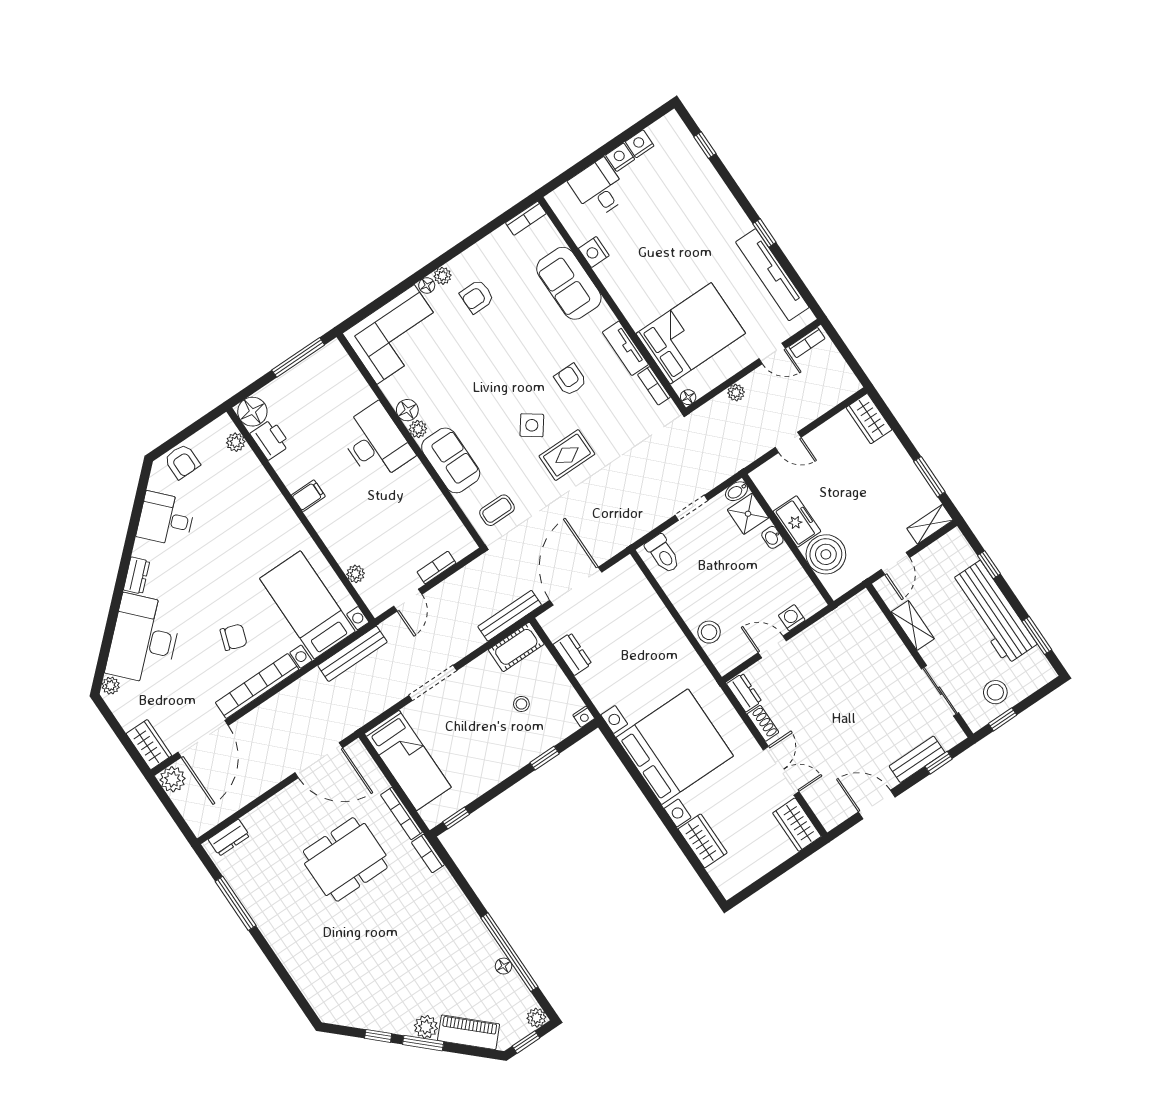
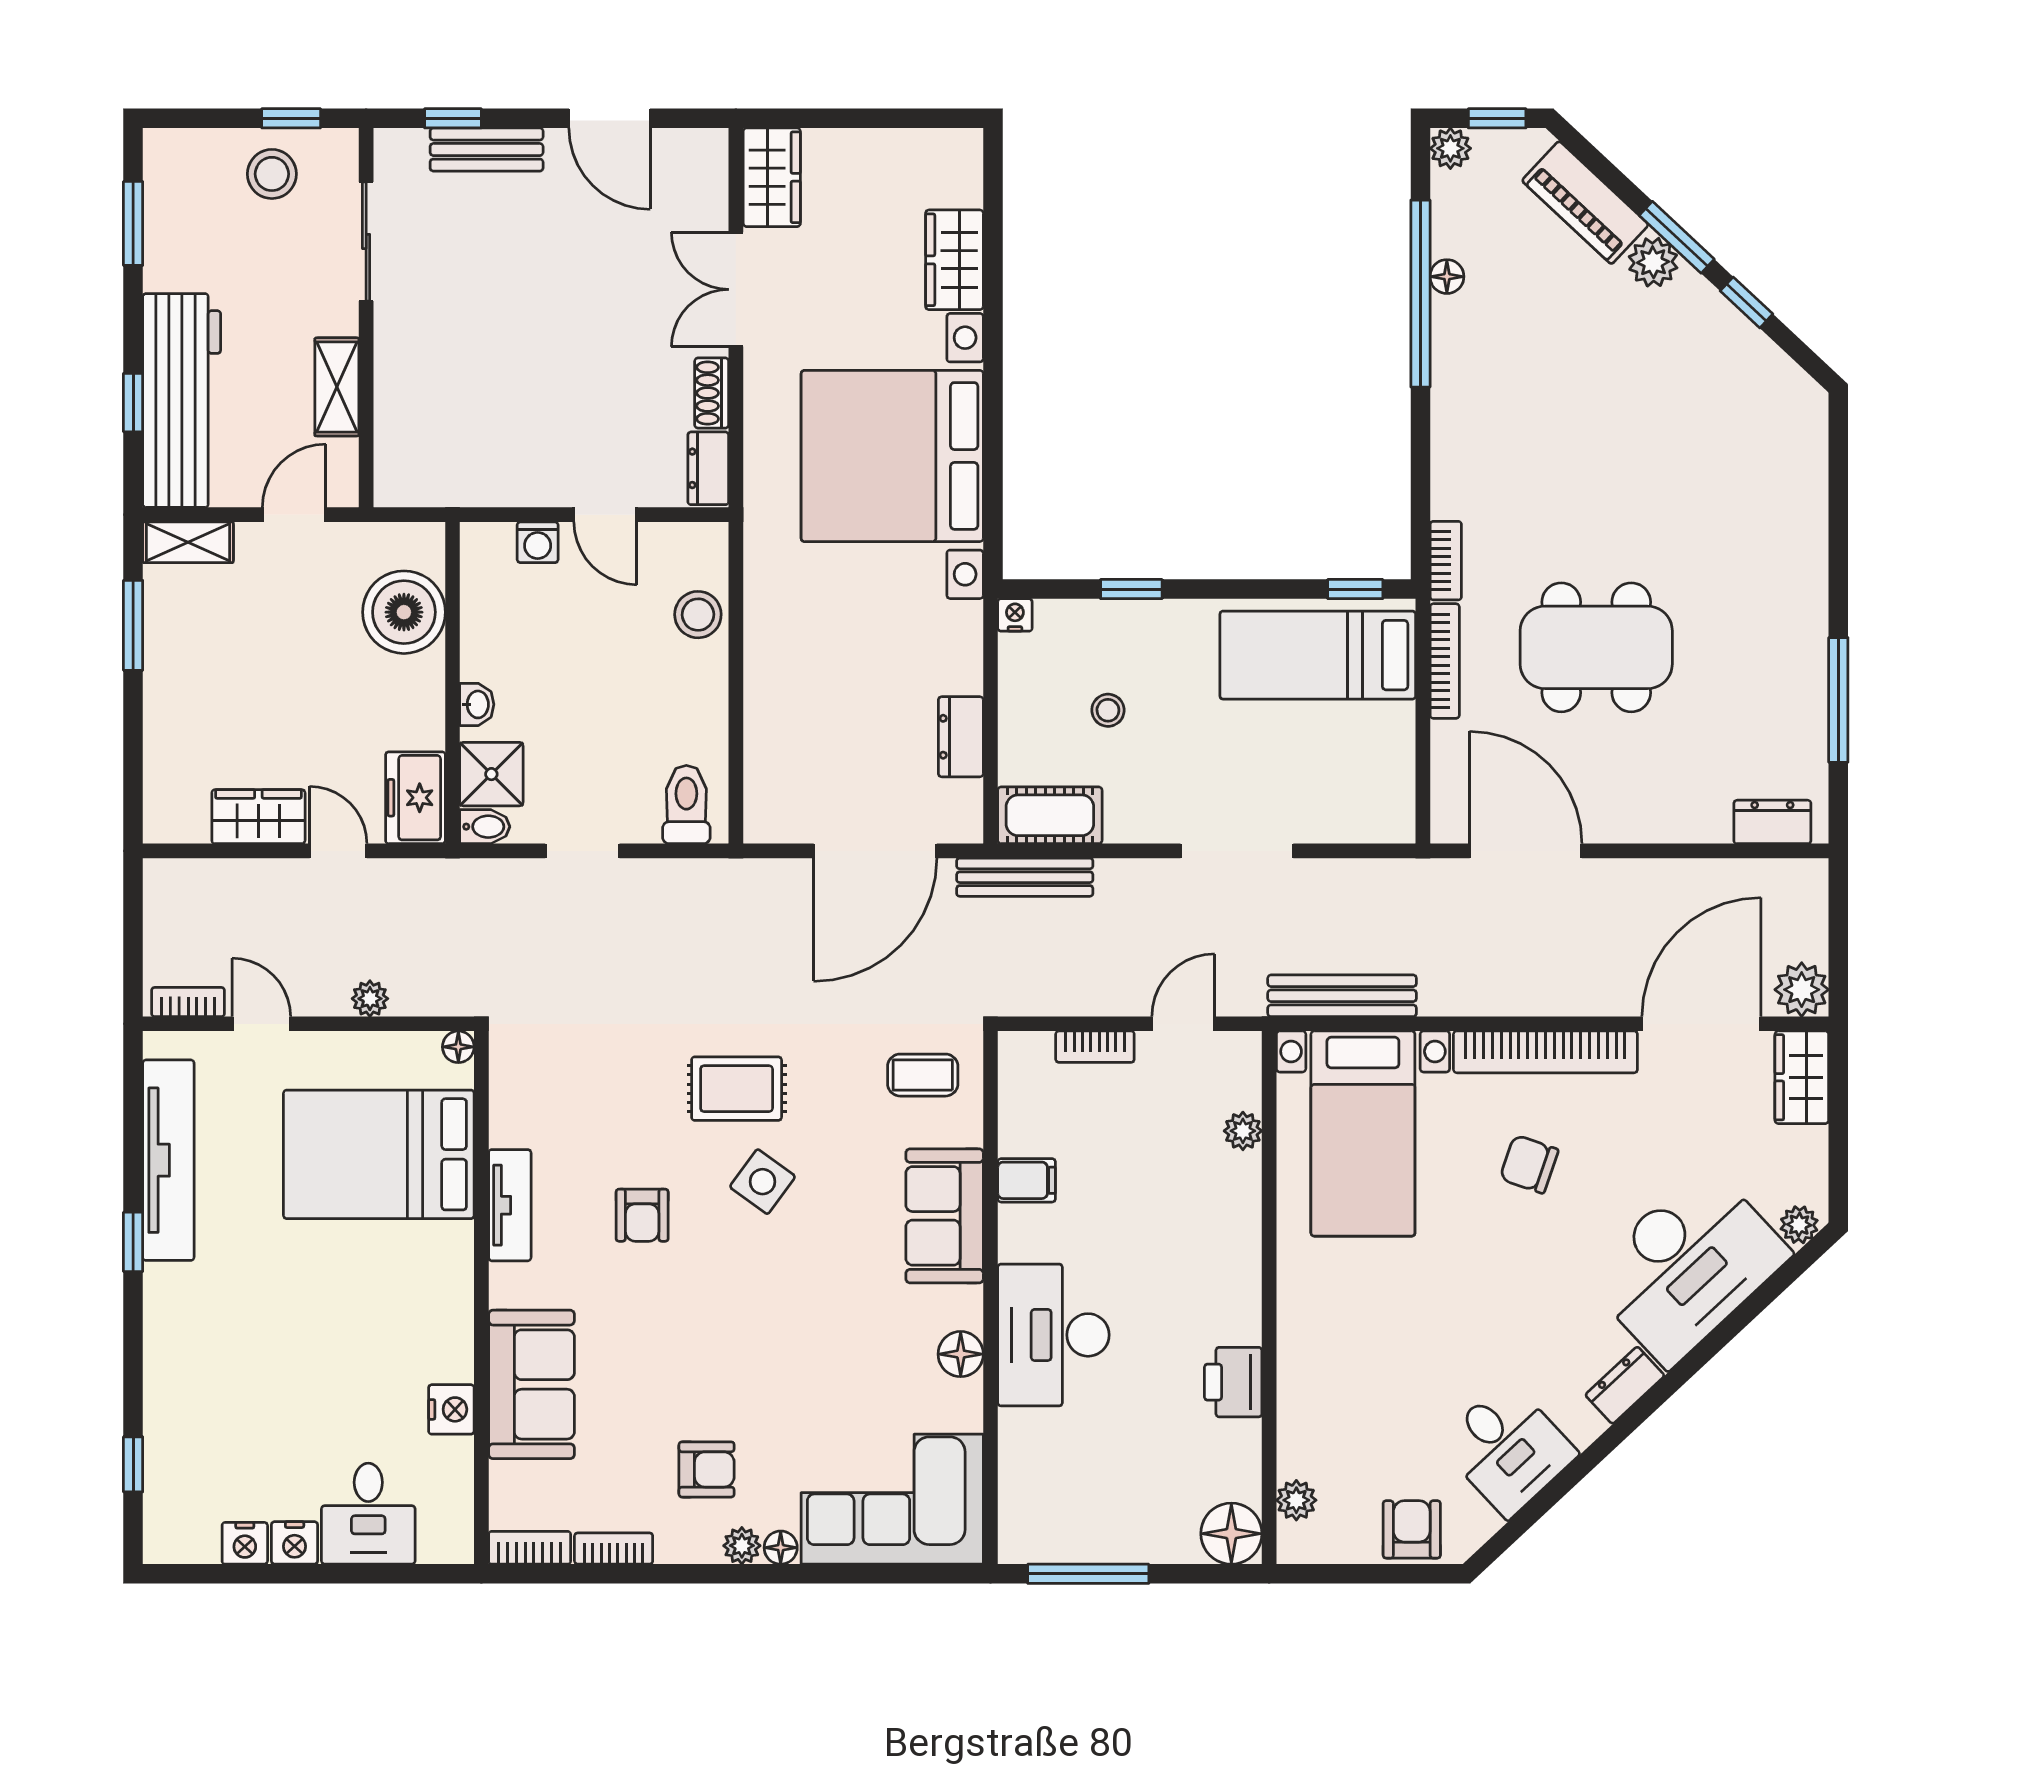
bookcase: (654, 386) -> (614, 1549), moved, turned -90
wardrobe: (869, 419) -> (258, 817), moved, turned -90
plant: (418, 429) -> (965, 1309), removed
printer: (270, 439) -> (1233, 1382), moved
filing cabinet: (308, 496) -> (1027, 1180), moved, turned 180
freezer: (797, 521) -> (415, 798), moved
workbench: (993, 612) -> (182, 400), moved
bed: (408, 760) -> (1318, 655), moved, turned -90

